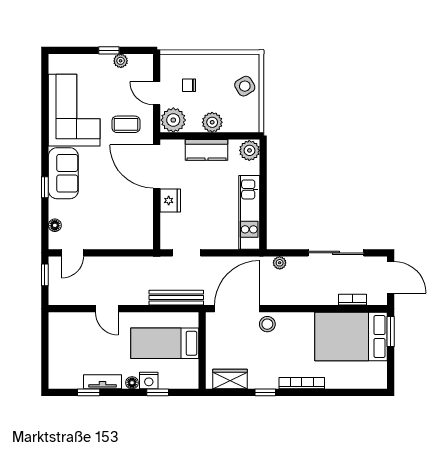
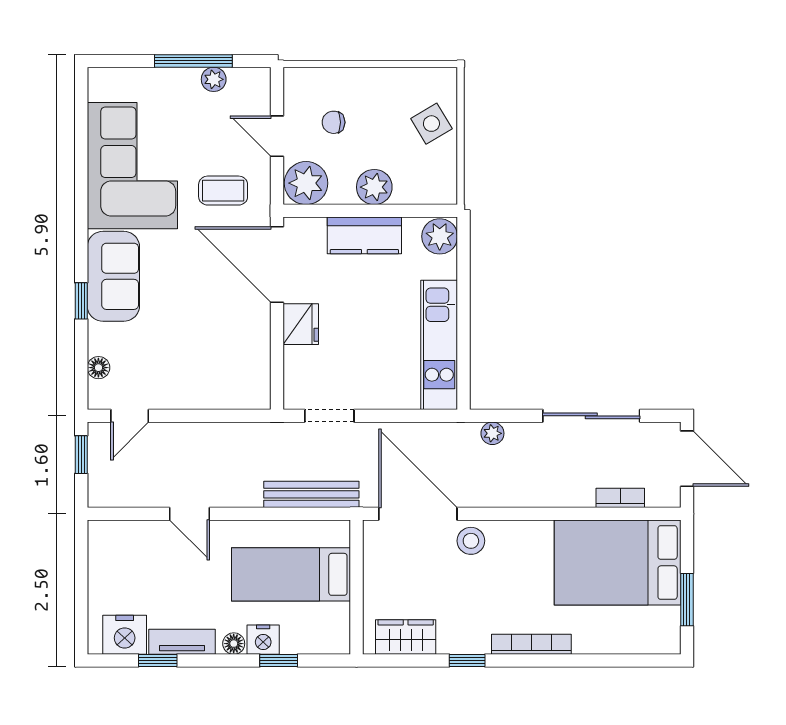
window: (109, 50) -> (193, 61), width x2.17
door: (237, 309) -> (418, 514), hinge flipped
window: (391, 332) -> (687, 600), moved
nightstand: (70, 378) -> (125, 635), added

